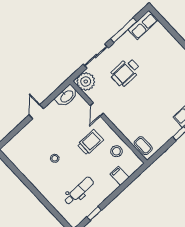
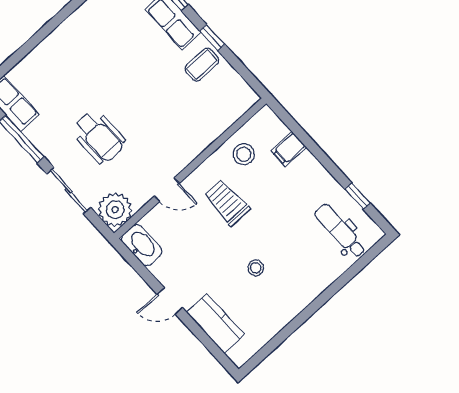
kitchen counter: (24, 137) -> (215, 323), added
coffee table: (143, 146) -> (202, 65), moved
dental chair: (79, 191) -> (340, 231), moved

